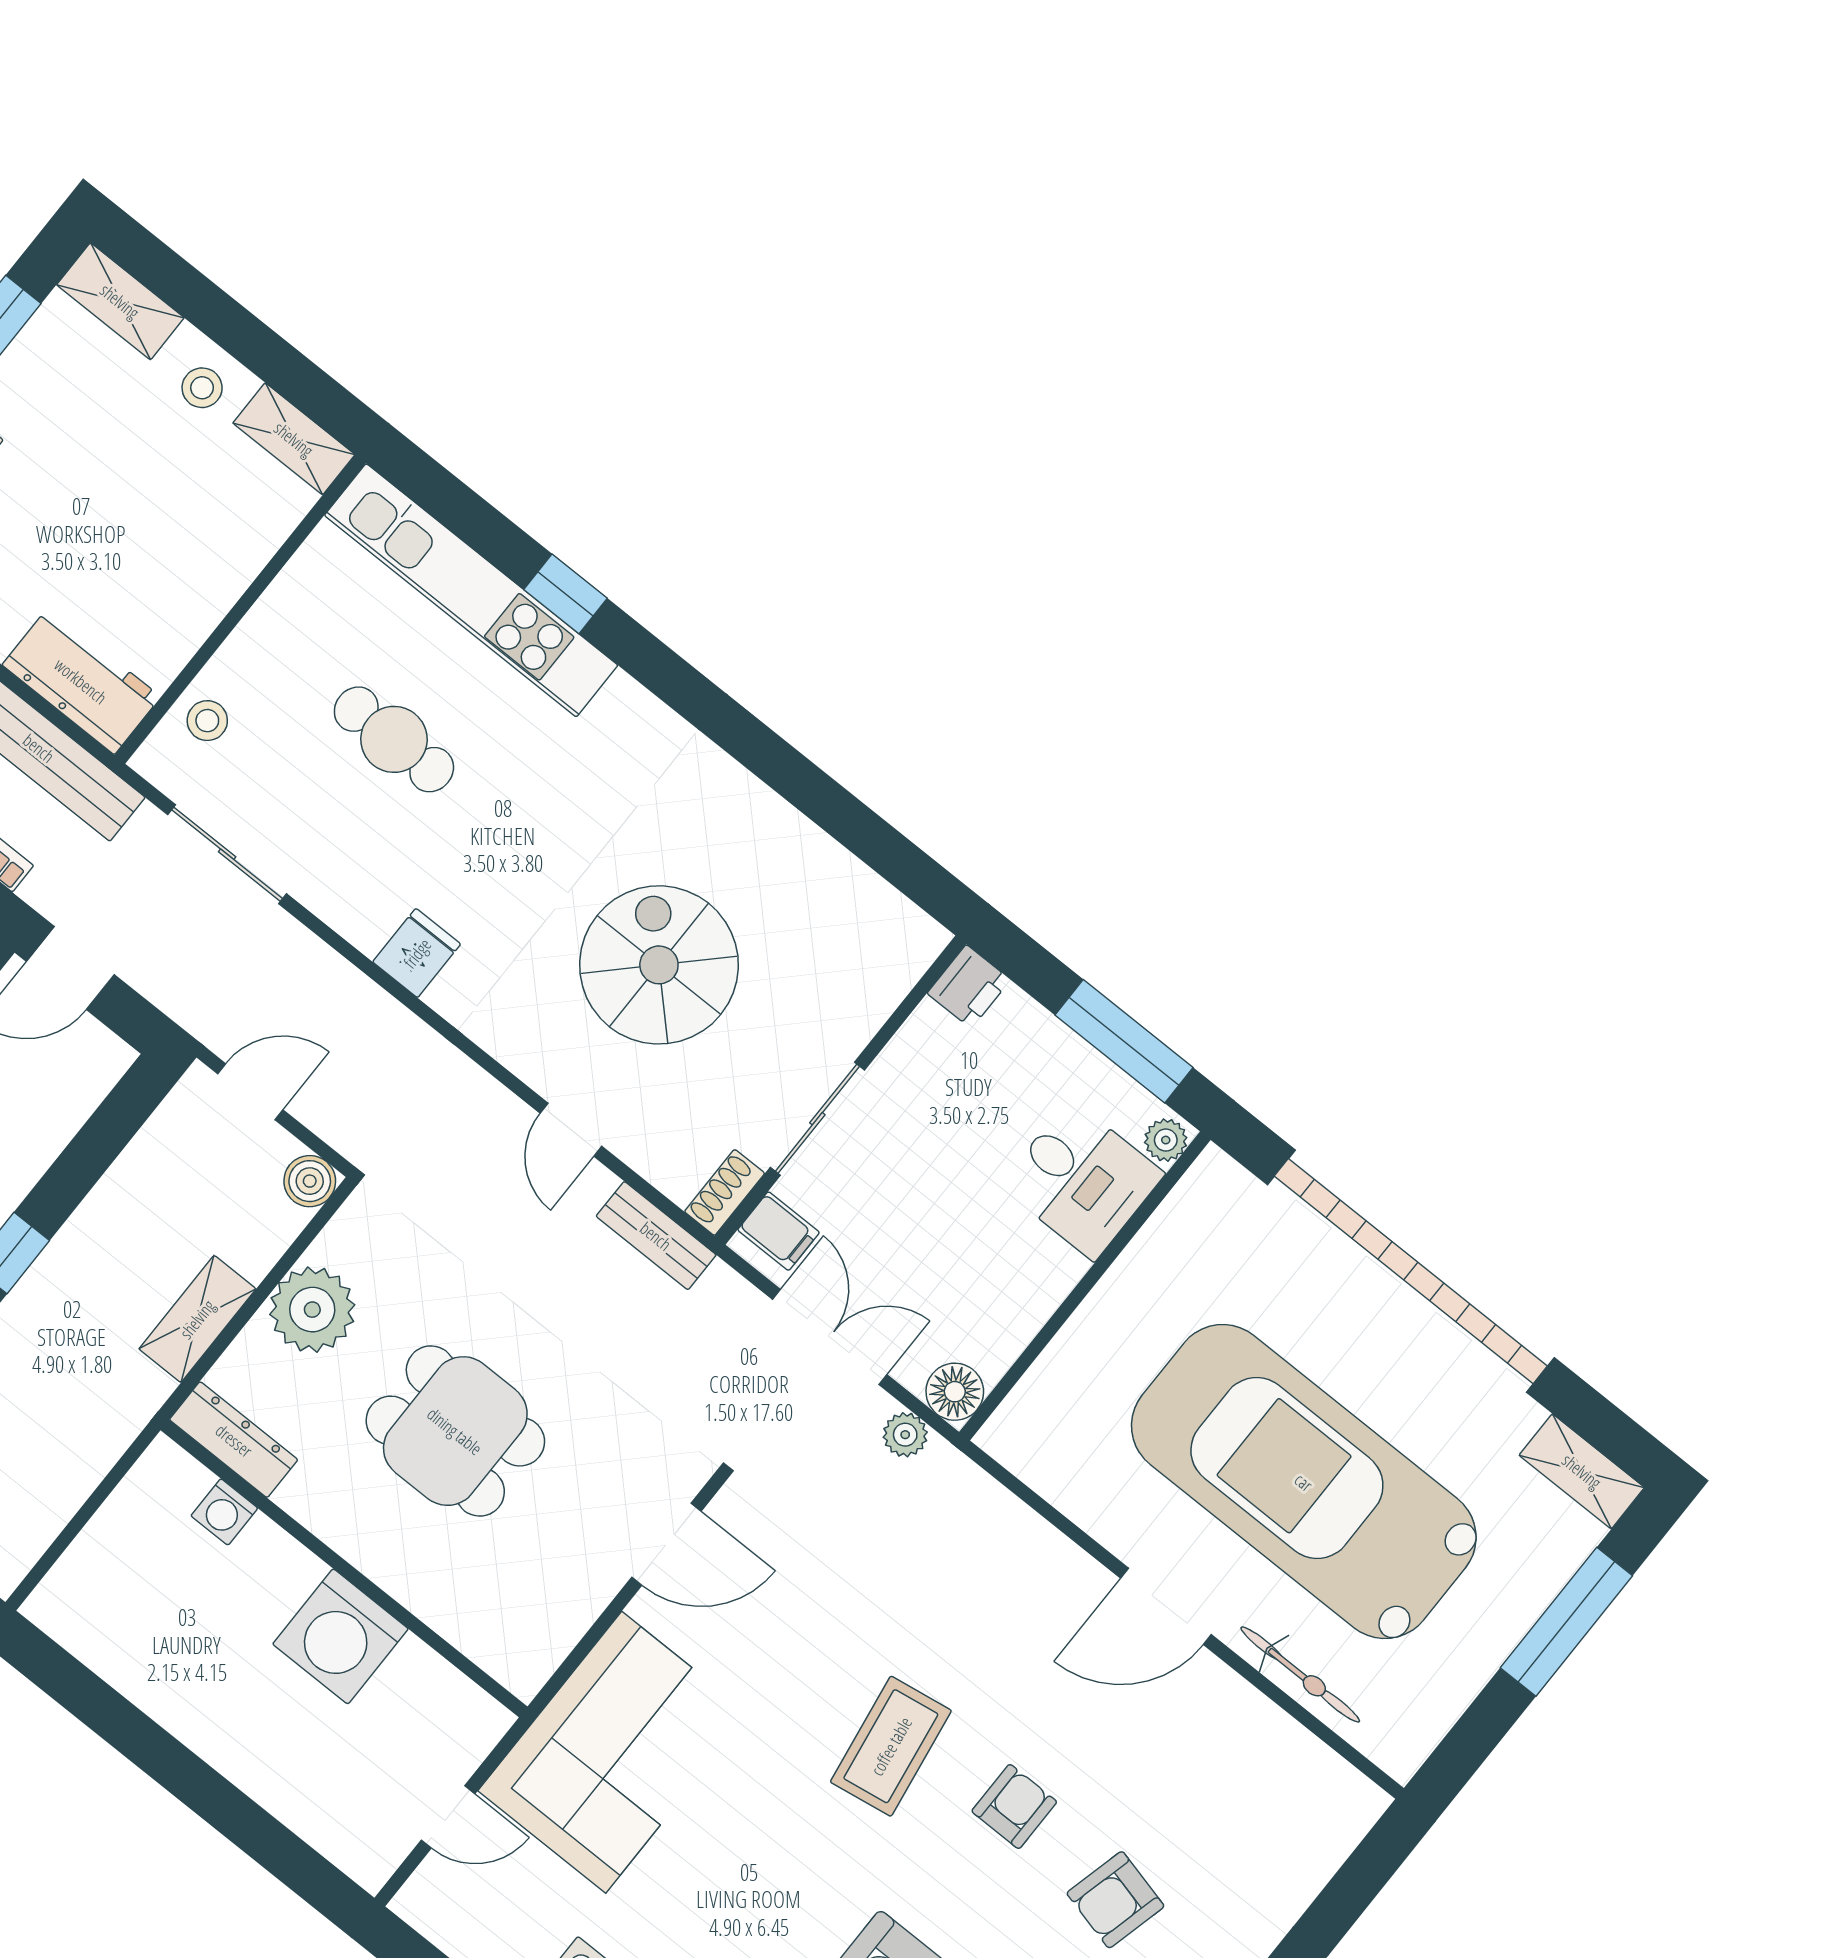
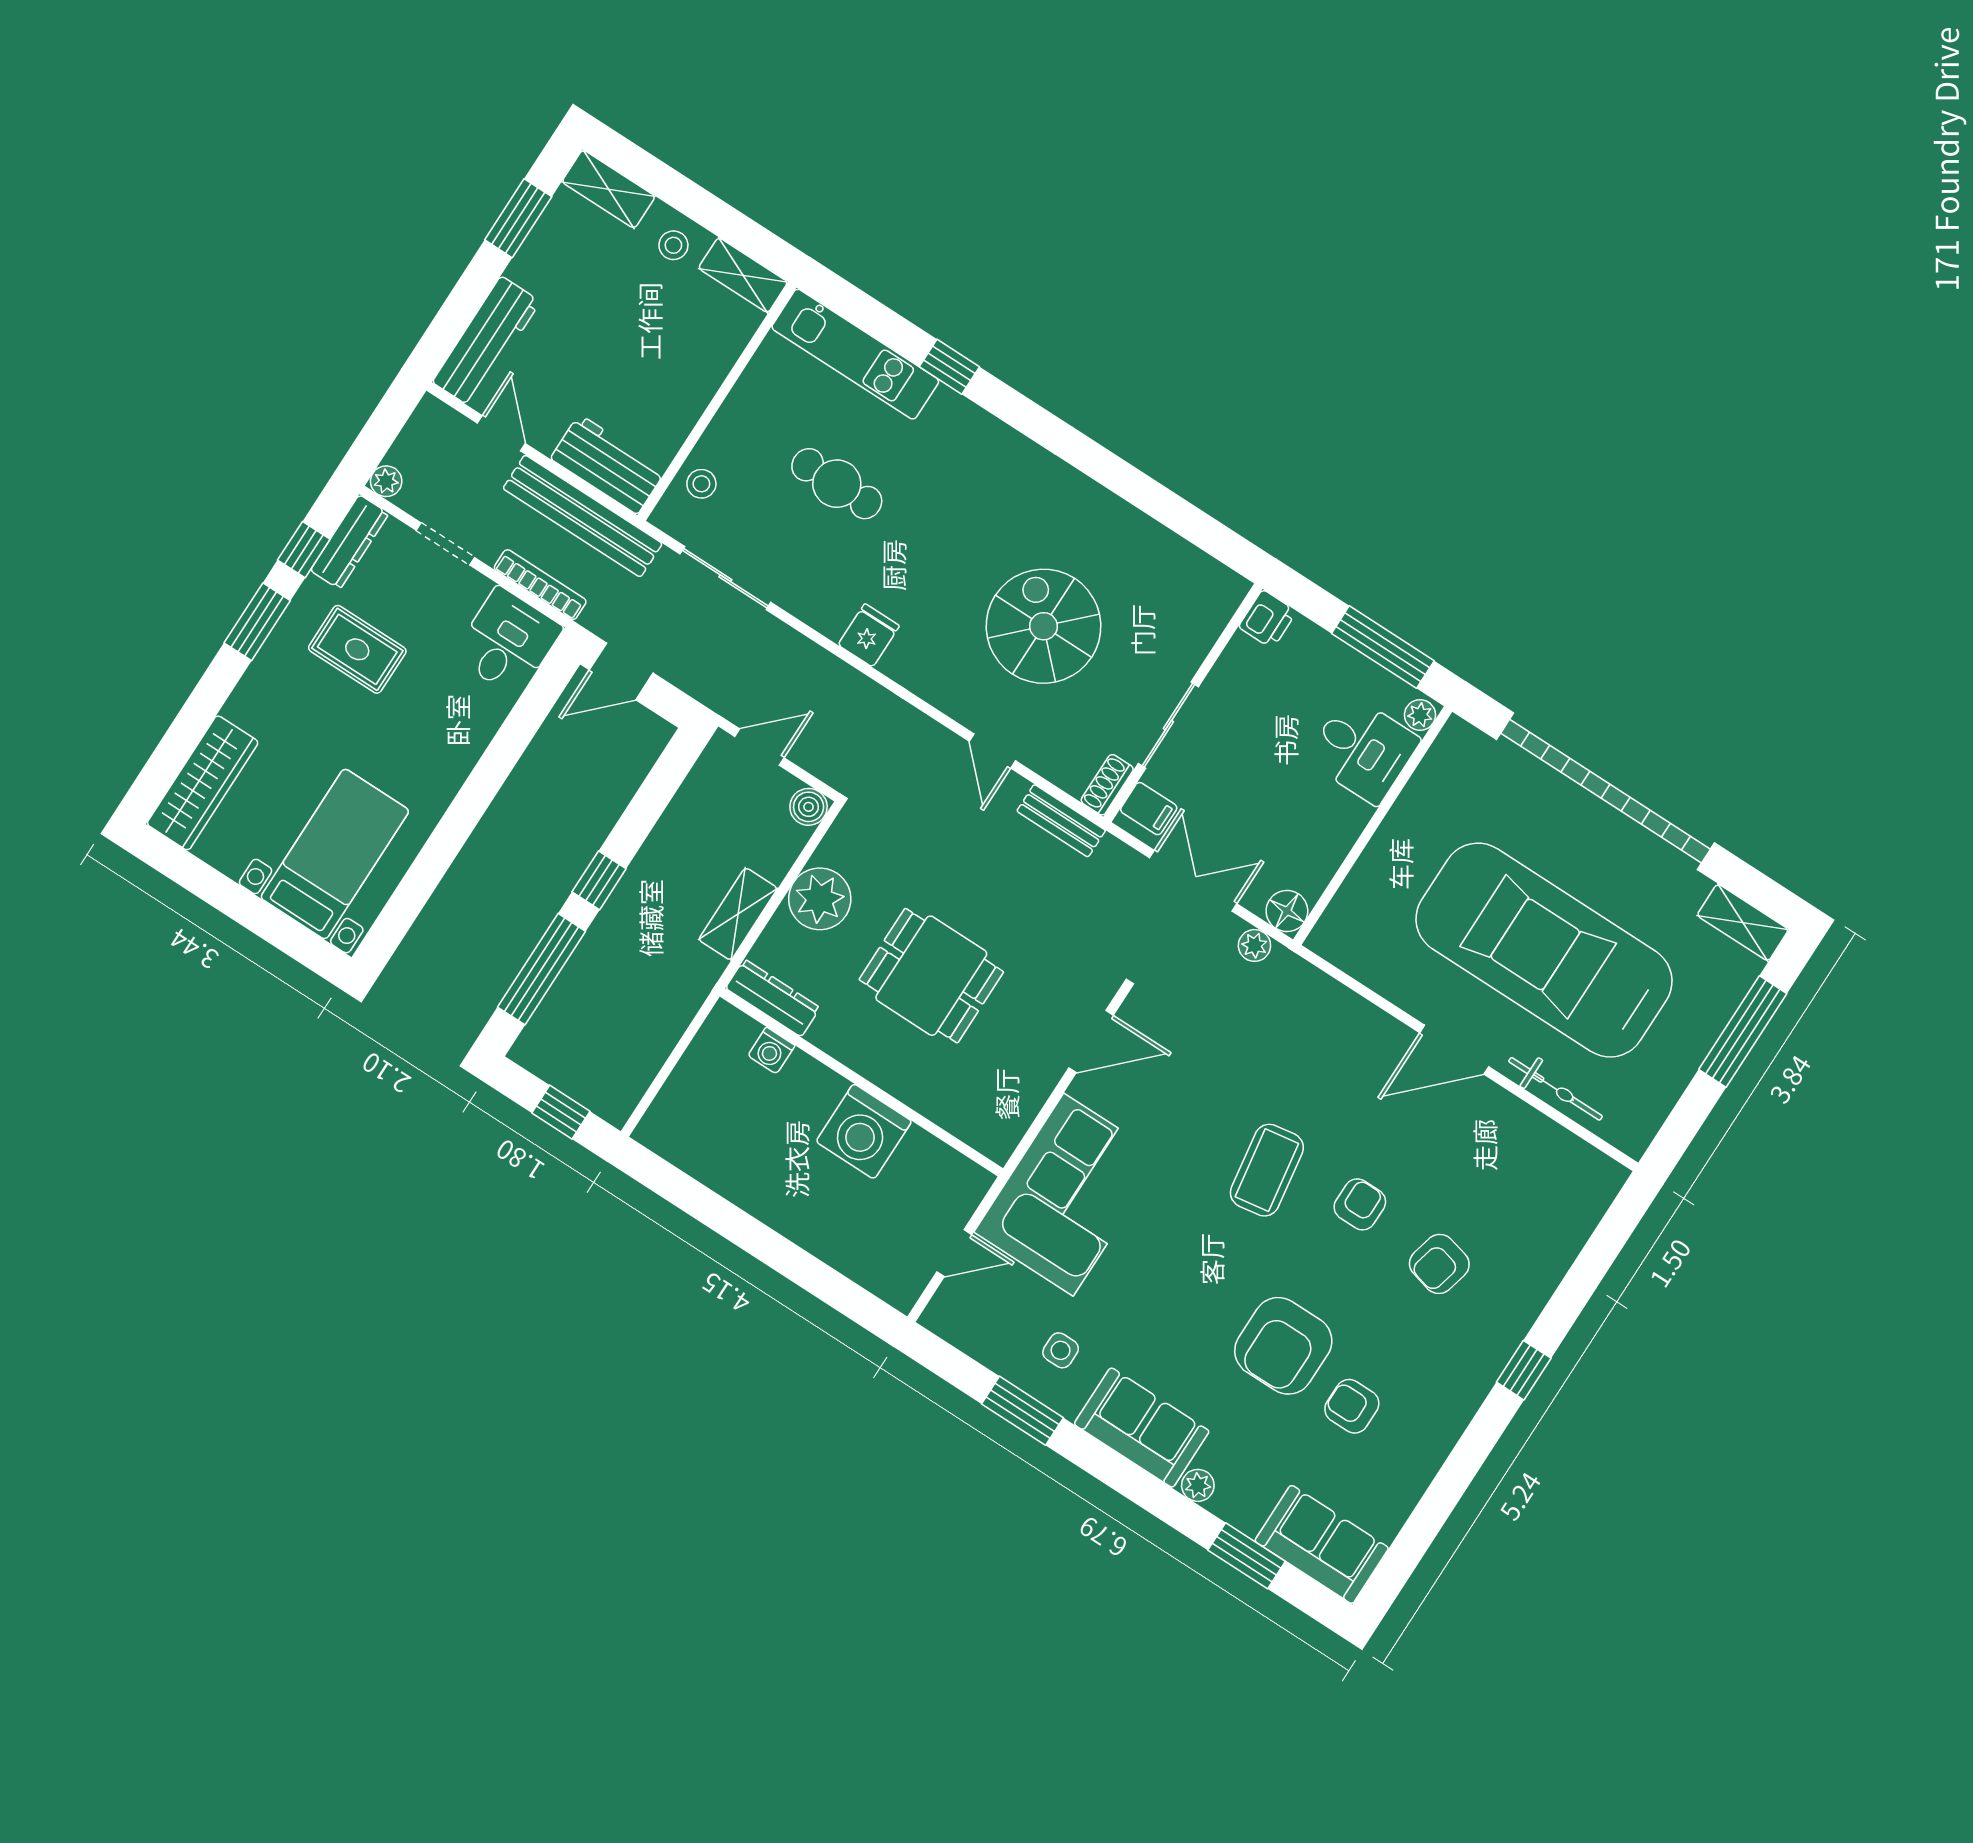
kitchen unit: (471, 590) -> (855, 354), width x0.73

